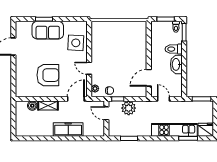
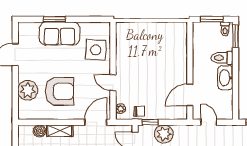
plant: (23, 74) -> (28, 90), added

